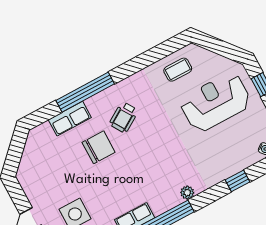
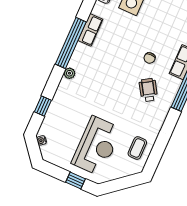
chair: (99, 147) -> (150, 58), width x0.54, depth x0.54

